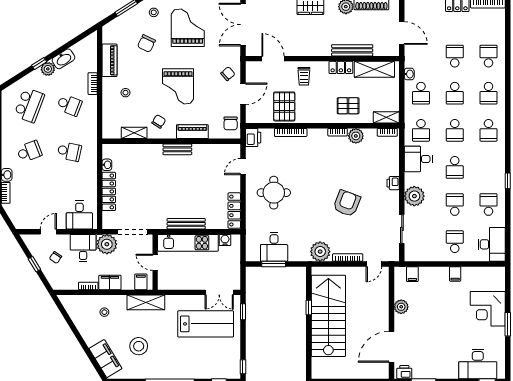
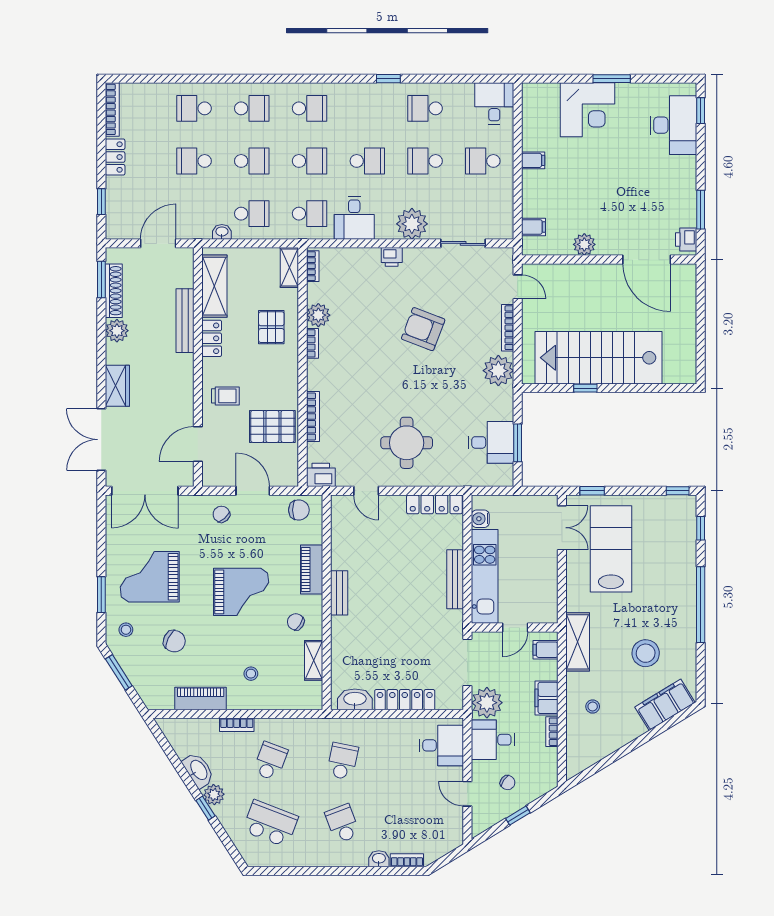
washbasin: (107, 165) -> (355, 699), width x1.91, depth x1.45
desk: (492, 244) -> (494, 103), width x0.73

